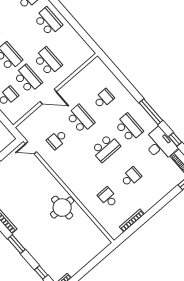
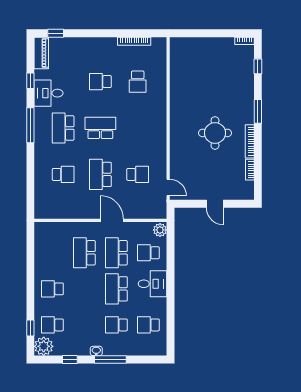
school desk: (48, 22) -> (52, 289), width x0.54
school desk: (104, 99) -> (63, 174), turned 180
plant: (13, 117) -> (160, 230), added
desk: (160, 145) -> (49, 93), width x0.73
round table: (62, 208) -> (215, 133), moved

